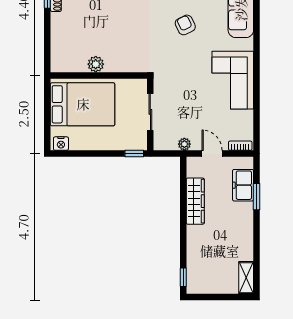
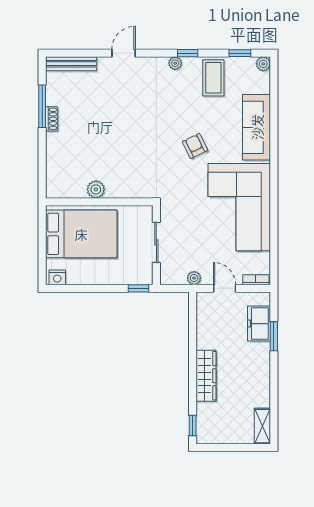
corner sofa: (233, 80) -> (239, 207), width x1.36, depth x1.36
wardrobe: (195, 201) -> (206, 376), moved

